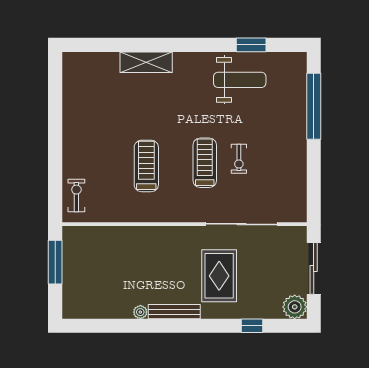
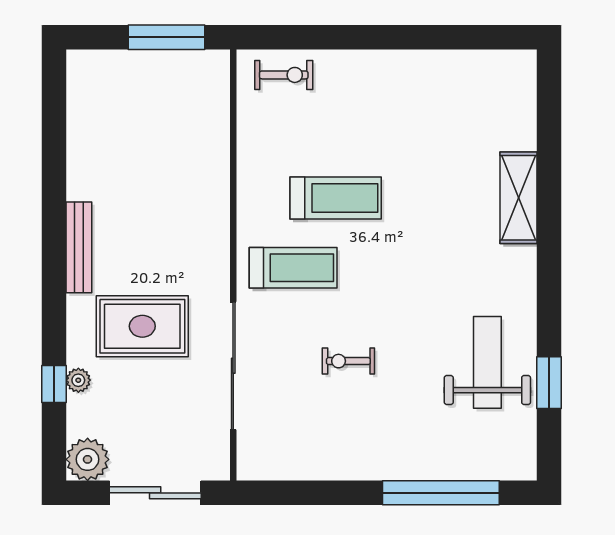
weight bench: (240, 80) -> (487, 362), turned 180
treadmill: (205, 163) -> (293, 268), moved
plant: (140, 312) -> (78, 380), moved

